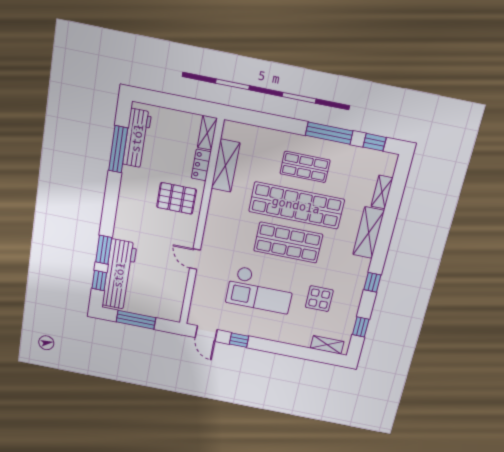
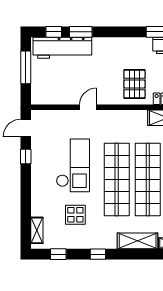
shop shelf: (288, 243) -> (117, 179), width x1.40
checkout: (260, 290) -> (73, 165), turned 180

